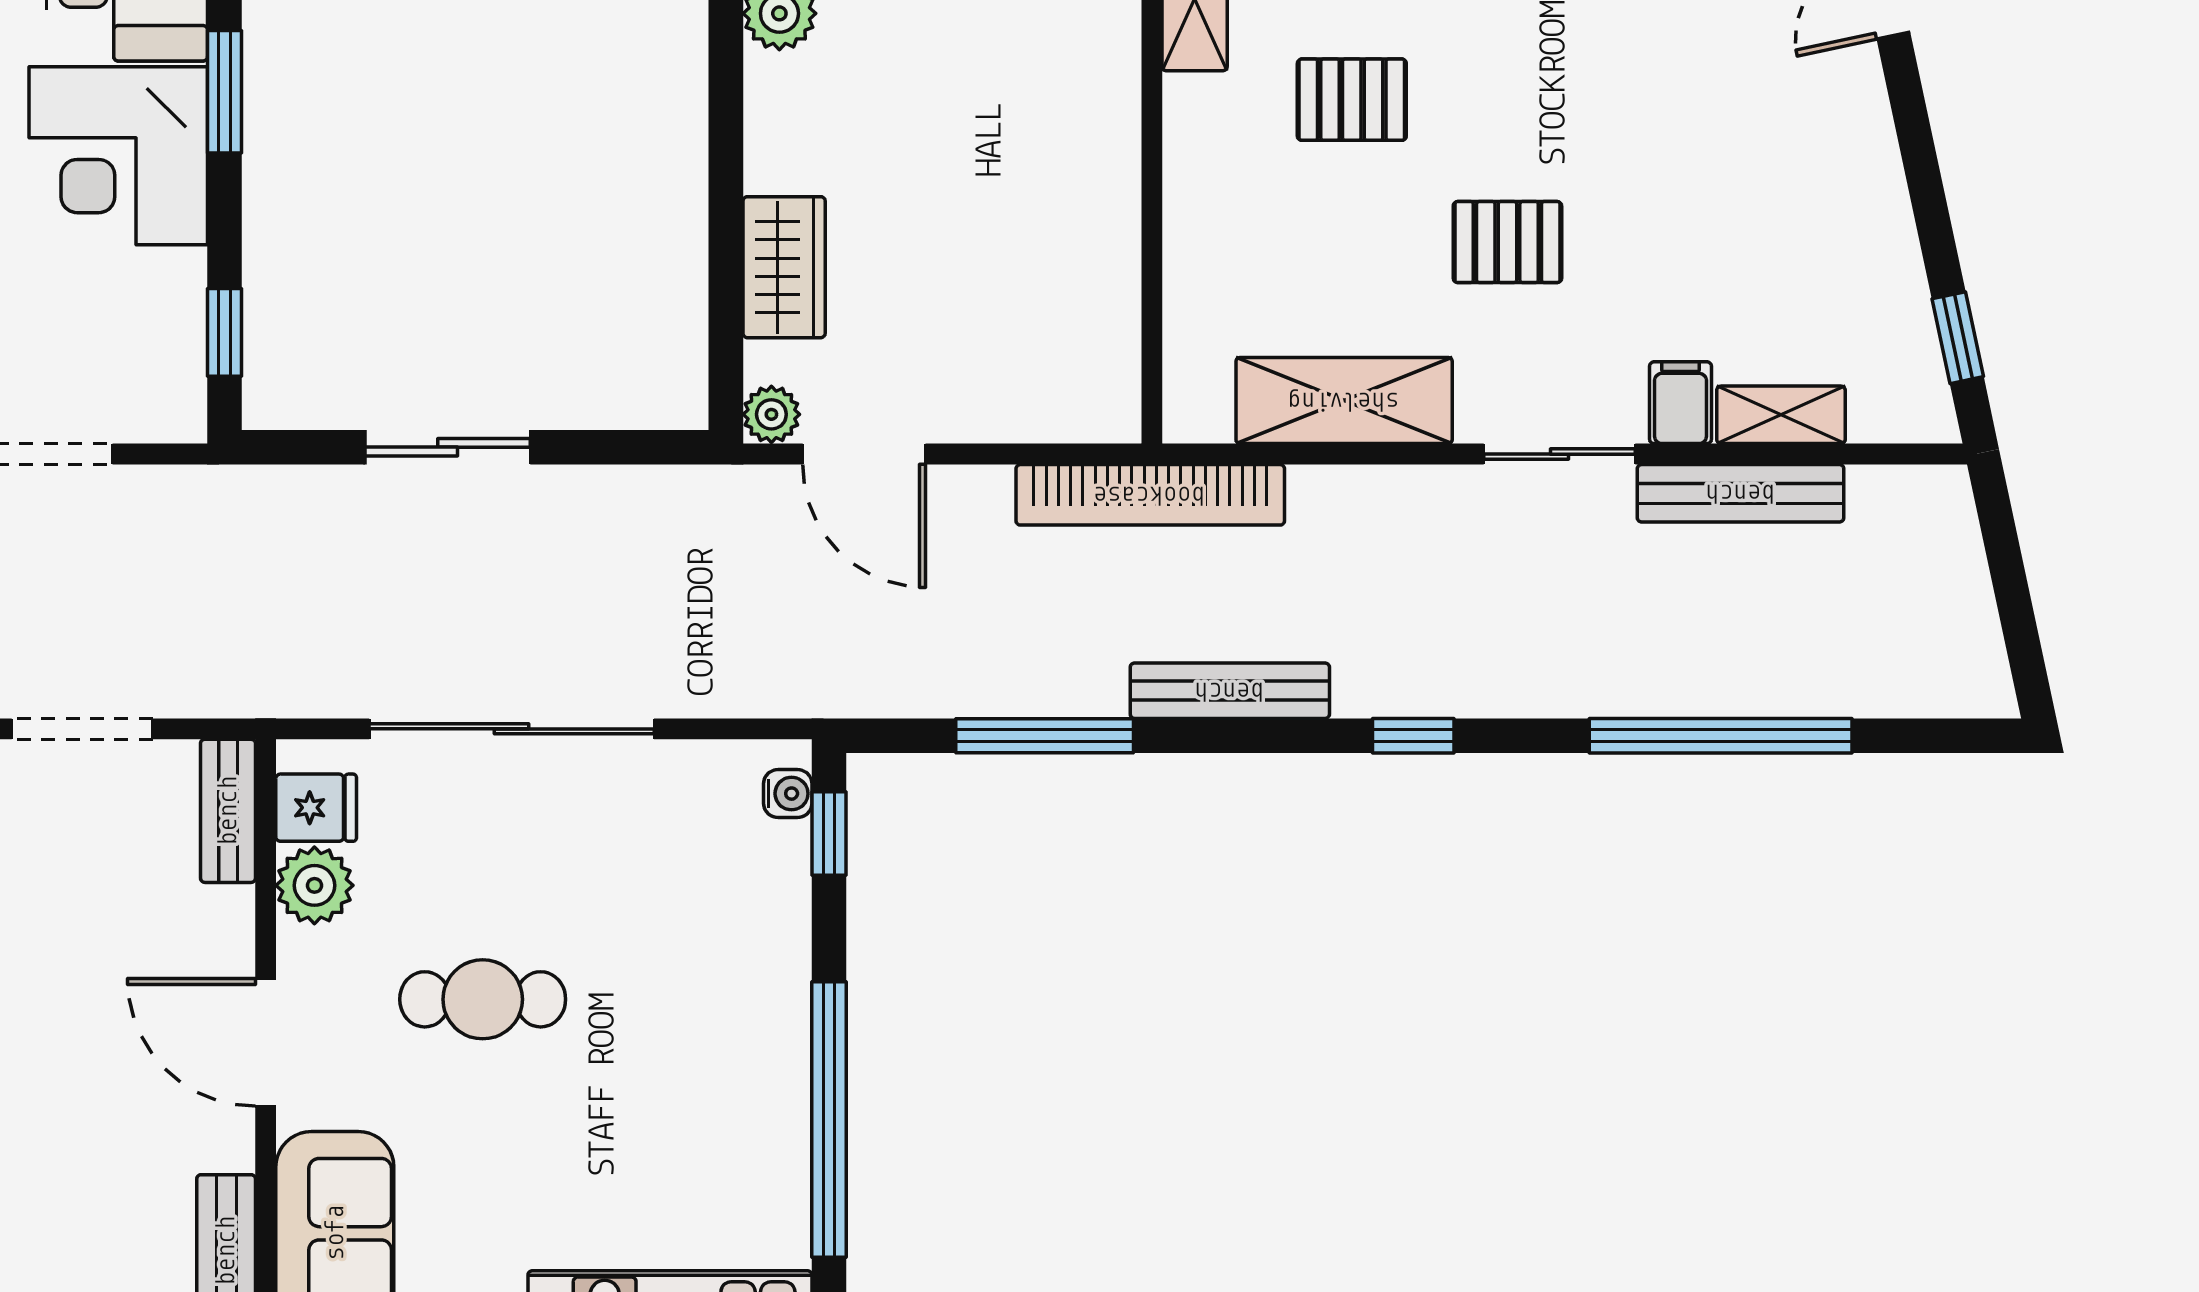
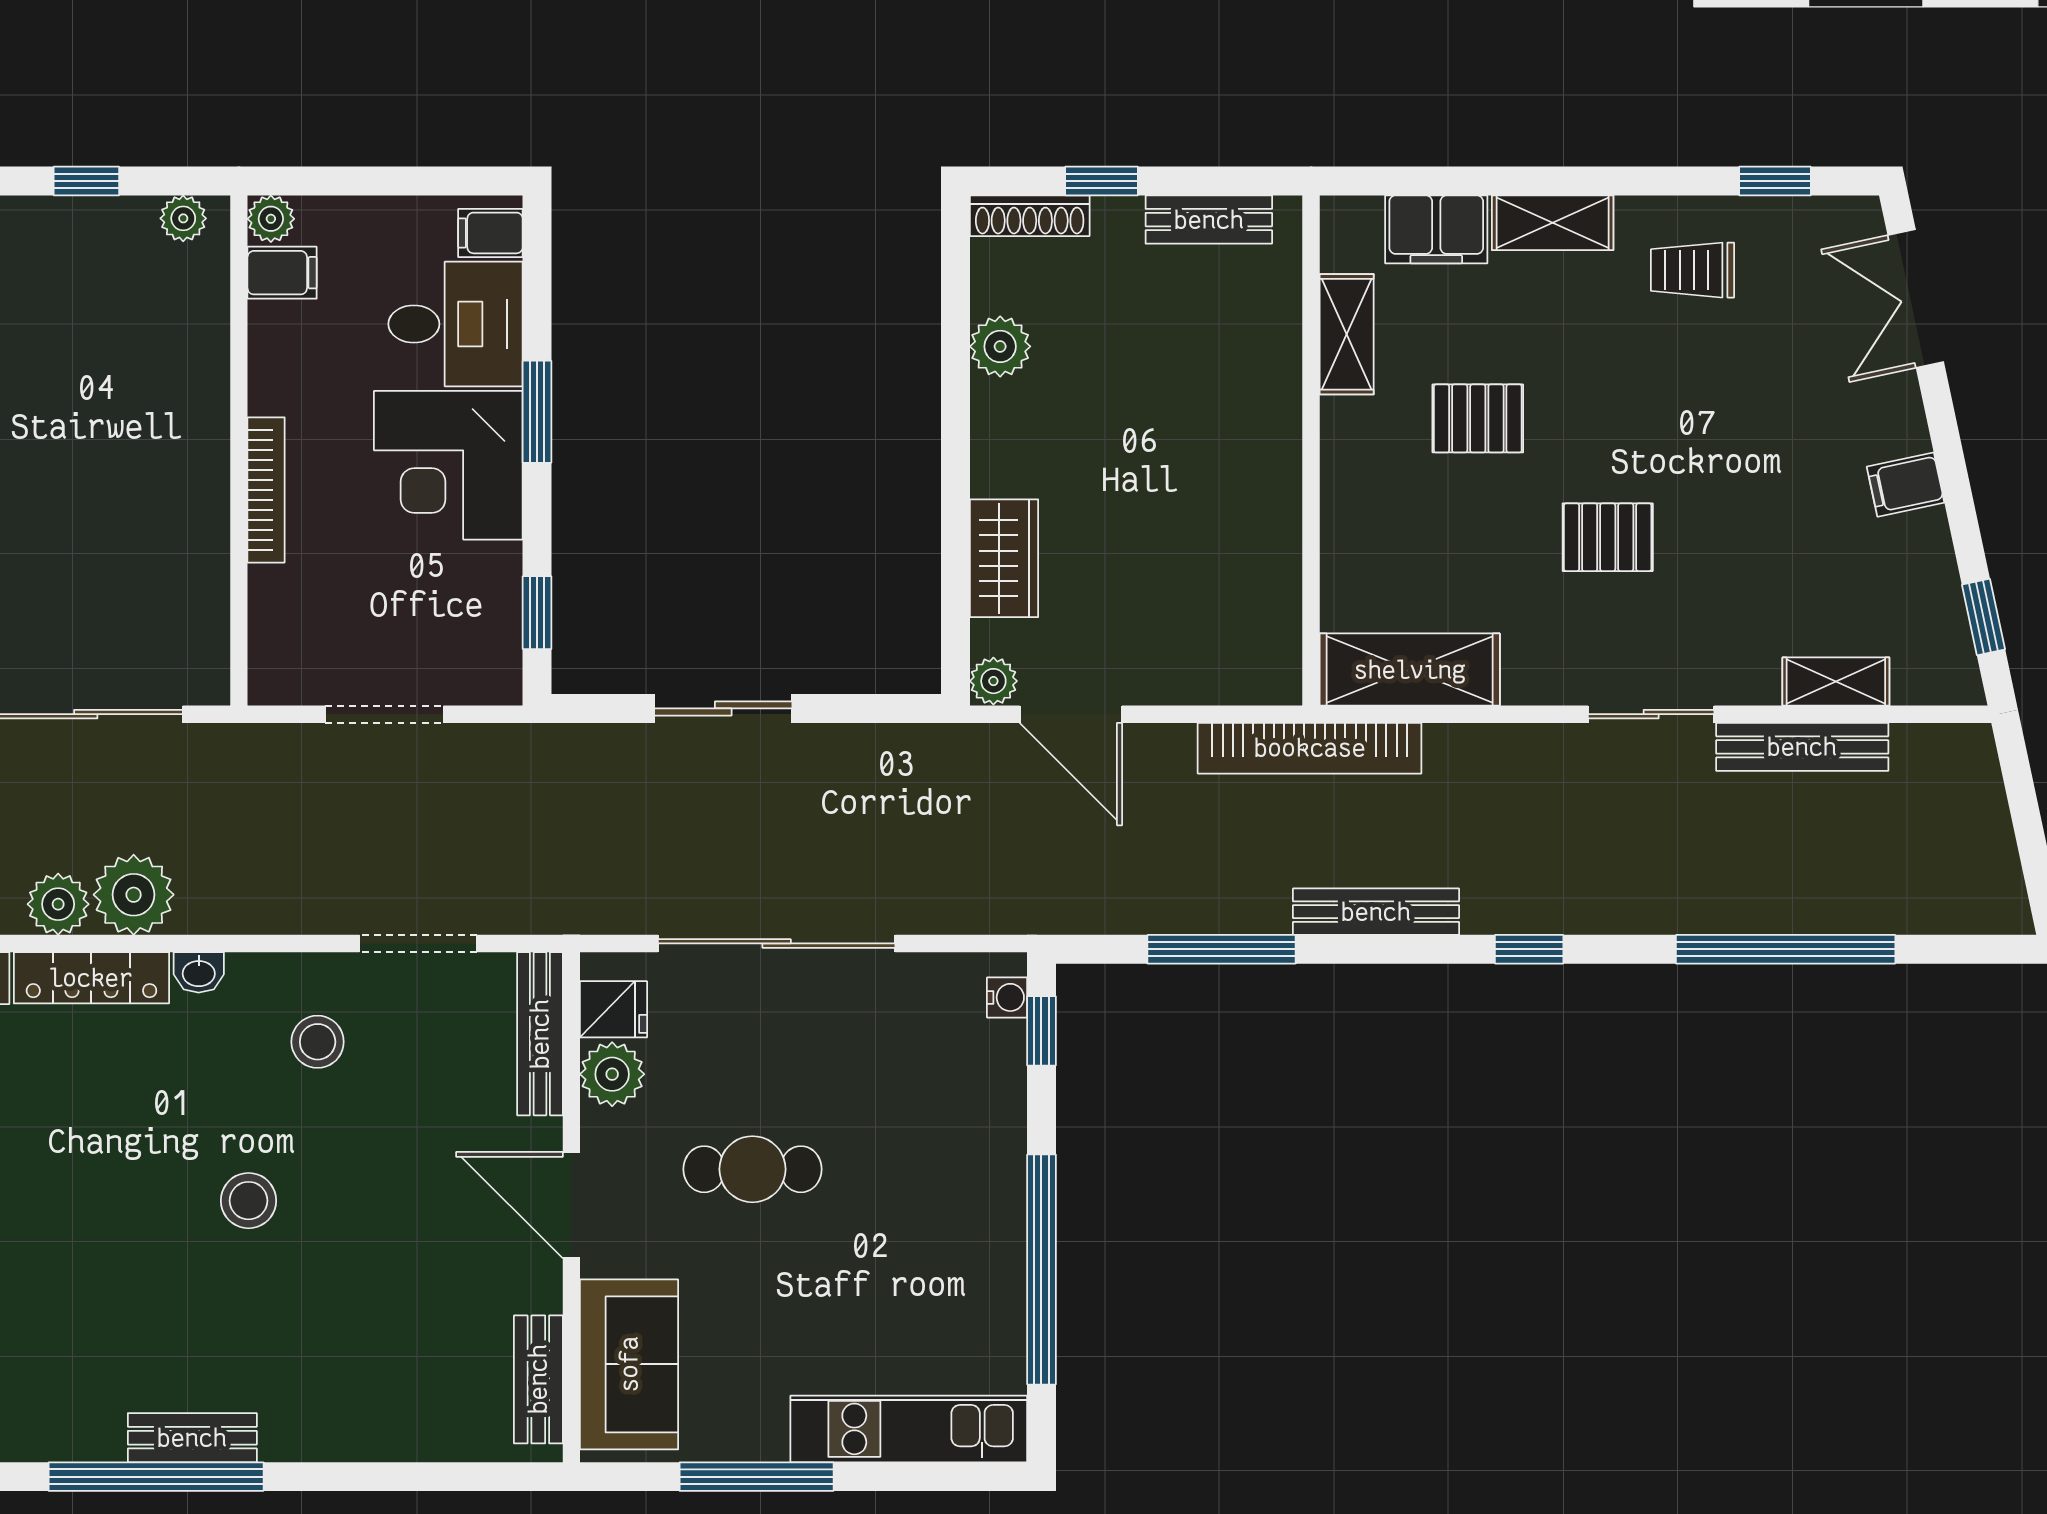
shelving: (1344, 401) -> (1410, 670), moved
filing cabinet: (1680, 403) -> (1906, 485), moved, turned -102
bench: (228, 811) -> (540, 1034), width x1.36

